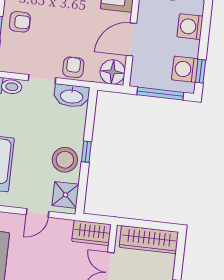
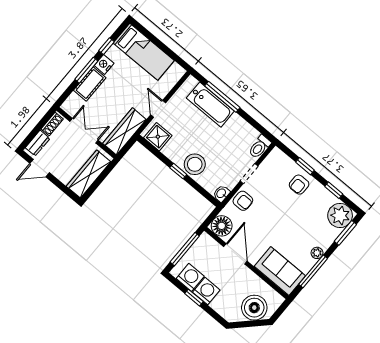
washing machine: (190, 27) -> (206, 291), moved
window: (201, 71) -> (194, 298), moved
washbasin: (72, 96) -> (221, 193), width x0.52, depth x0.69
stool: (65, 160) -> (195, 164), moved
wardrobe: (92, 233) -> (125, 131), width x1.50

